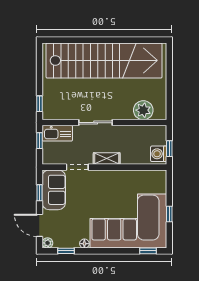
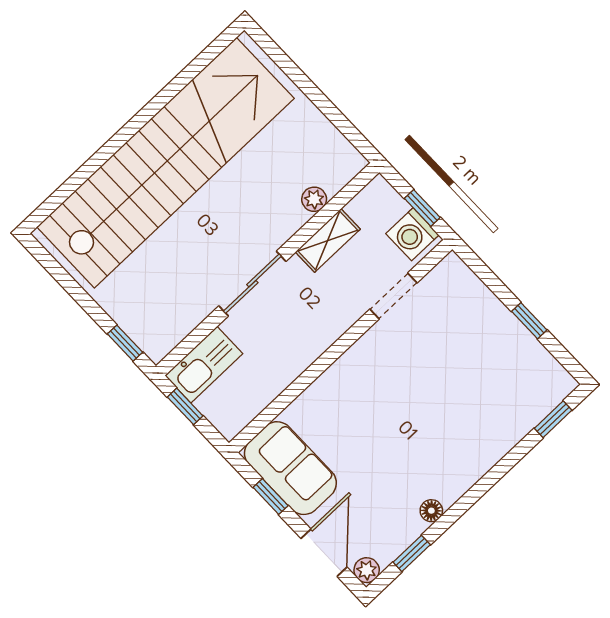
plant: (143, 110) -> (314, 199), width x0.53, depth x0.53
shelving: (107, 158) -> (328, 240), moved
doorway: (77, 167) -> (393, 296), moved
corner sofa: (128, 221) -> (470, 400), removed
door: (39, 225) -> (324, 553), swing flipped

